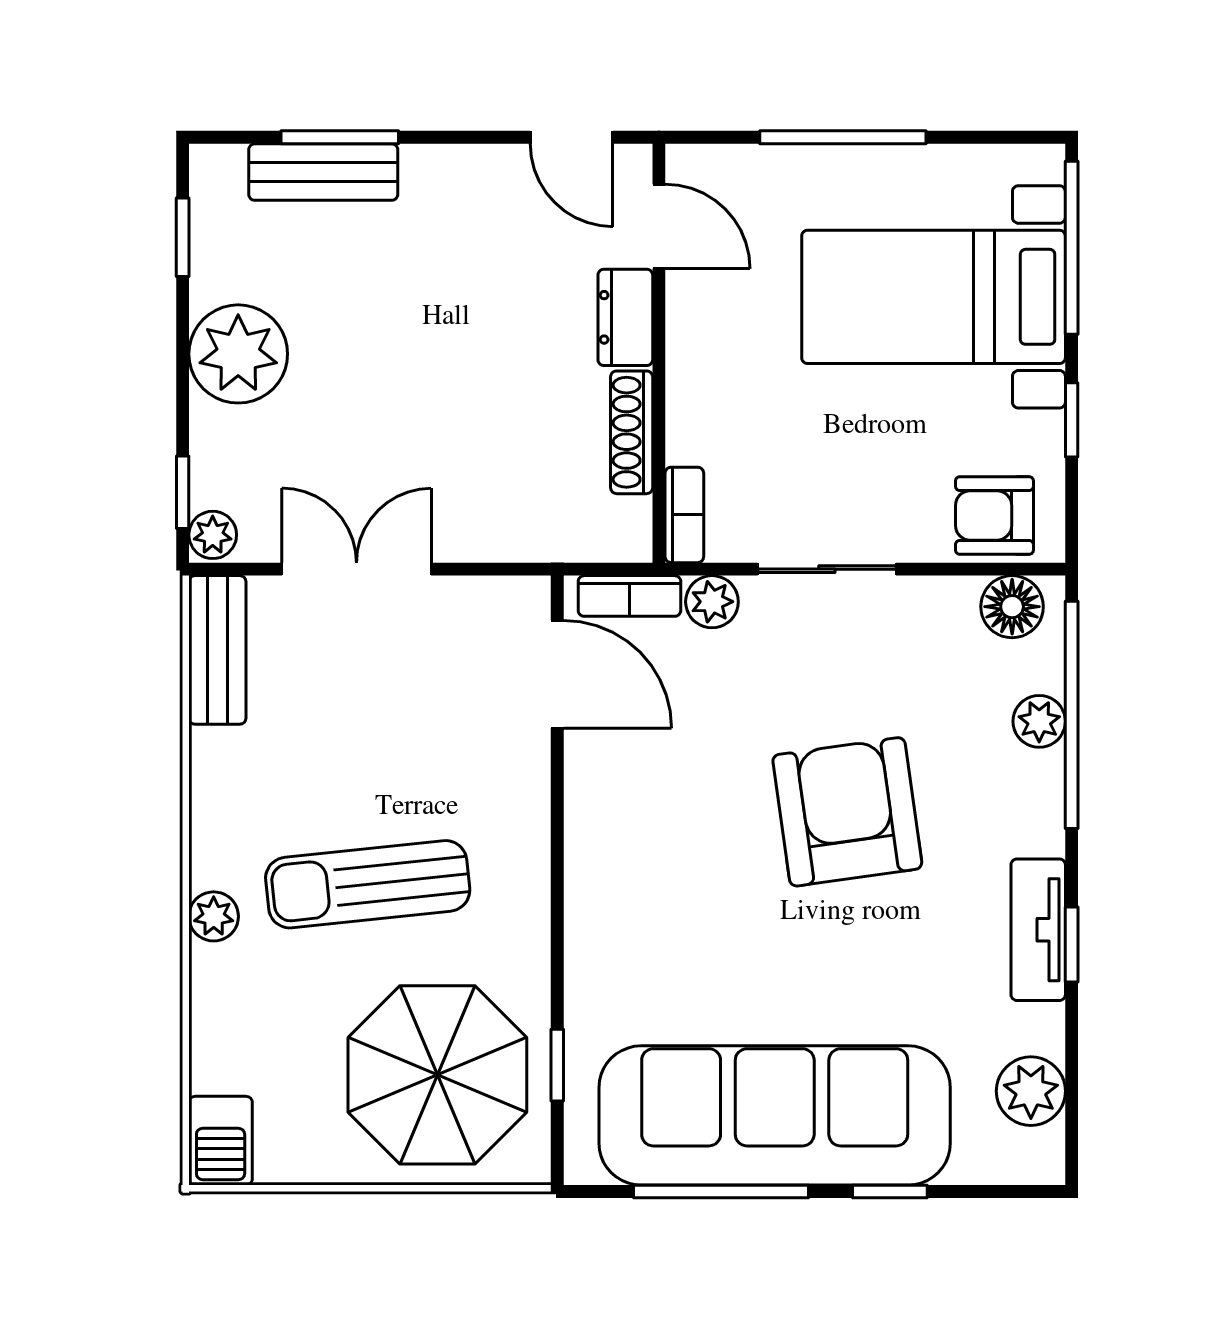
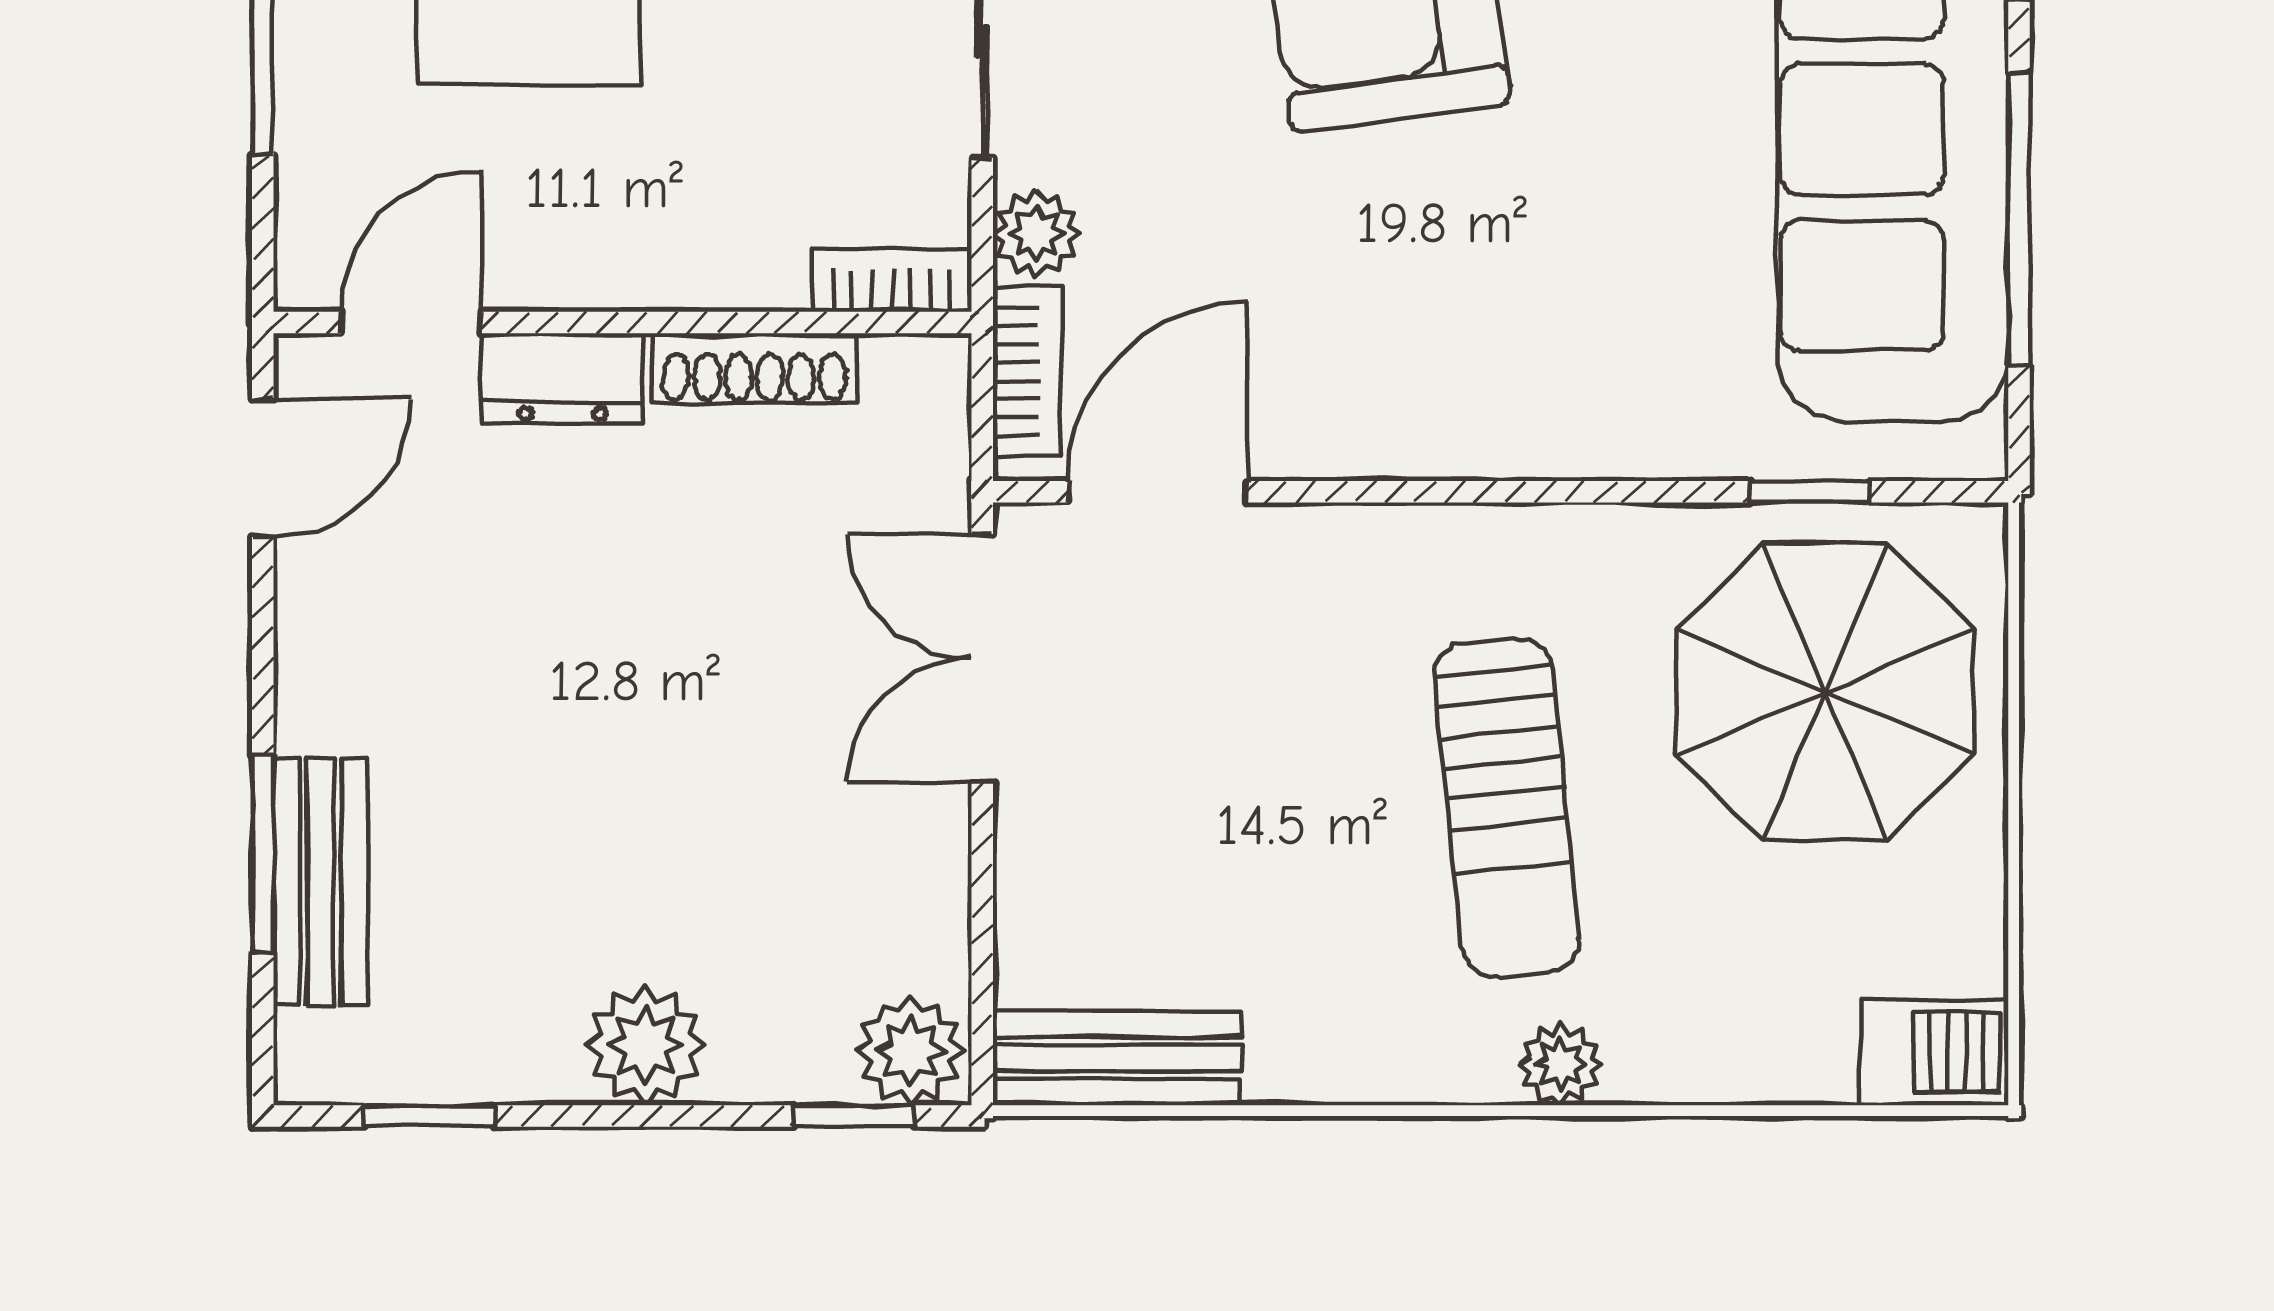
plant: (238, 354) -> (646, 1045), width x0.73, depth x0.73
plant: (213, 535) -> (910, 1051), width x1.38, depth x1.38
double door: (357, 569) -> (982, 658), moved

